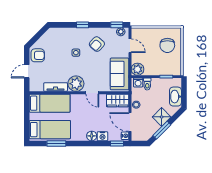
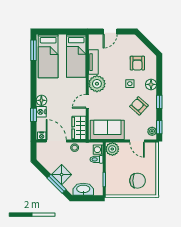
window: (82, 25) -> (159, 102), moved
floor lamp: (77, 33) -> (151, 84), added
chair: (167, 45) -> (138, 181), turned 180
door: (130, 46) -> (137, 141), hinge flipped
armchair: (38, 55) -> (137, 63), moved
door: (27, 71) -> (110, 32), swing flipped
door: (130, 122) -> (56, 141), hinge flipped
window: (162, 130) -> (56, 184), moved
window: (56, 144) -> (33, 50), moved
window: (117, 144) -> (33, 115), moved

